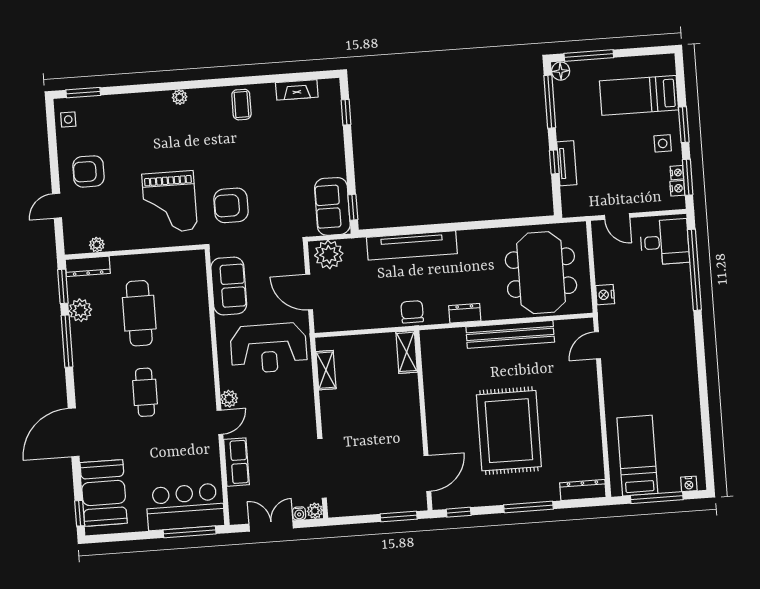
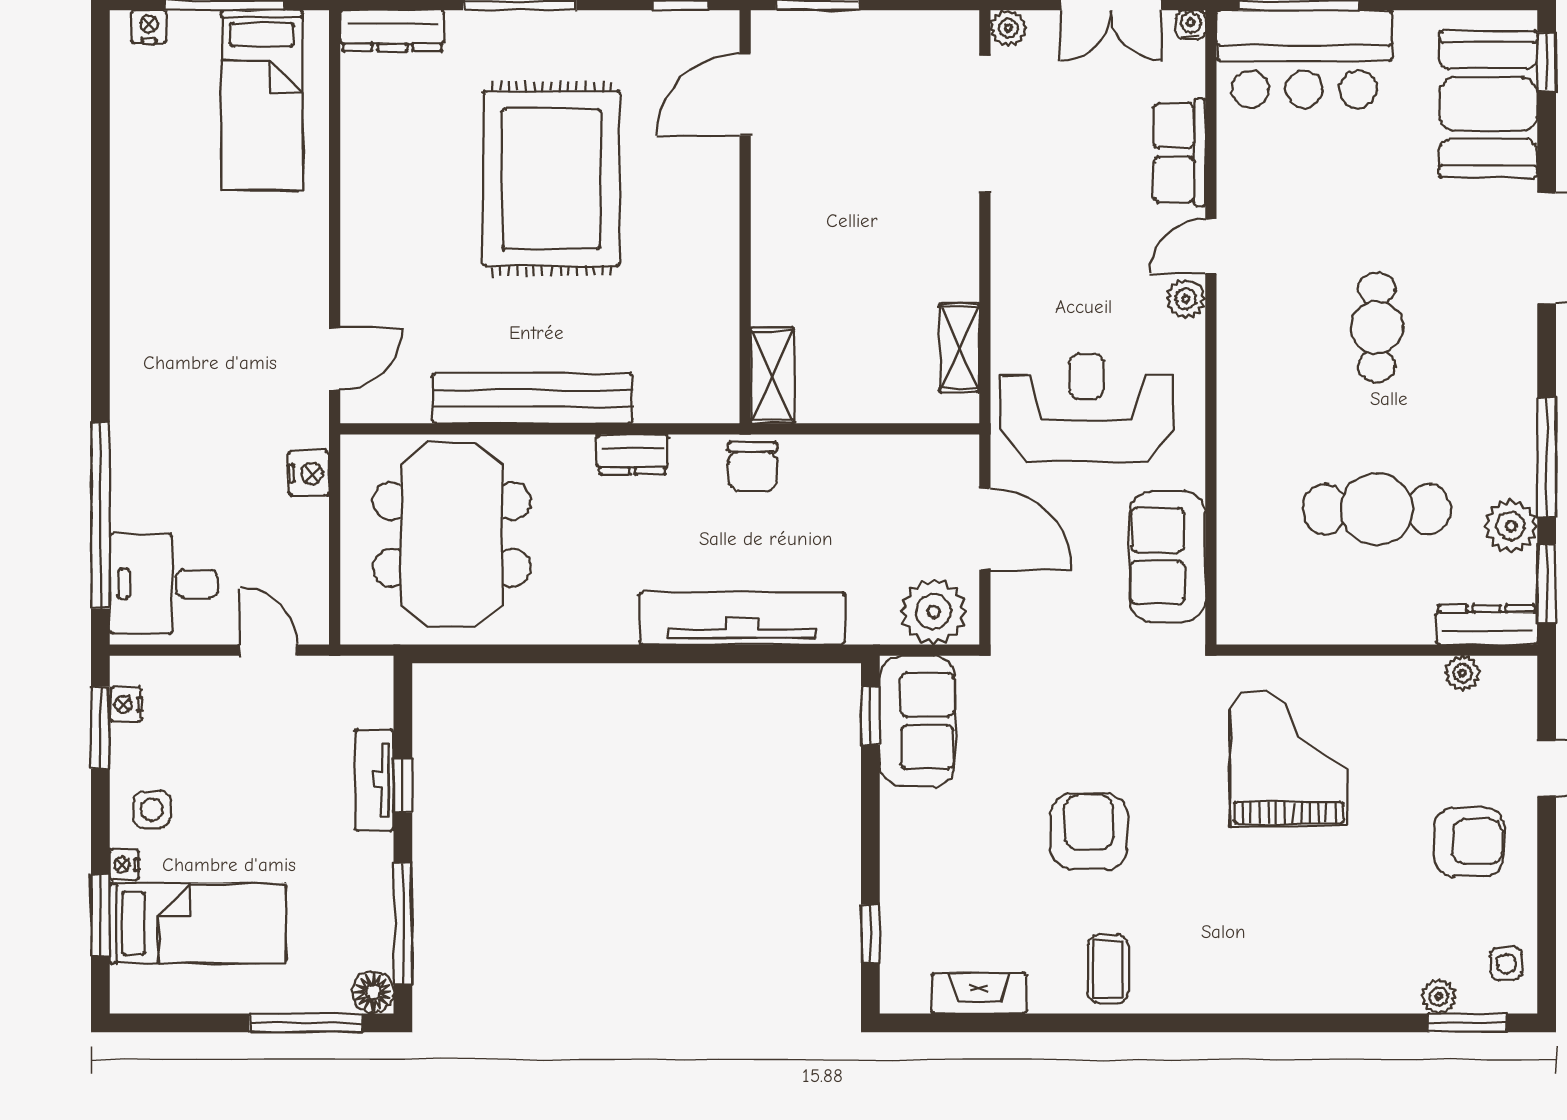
plant: (180, 97) -> (1439, 996), moved
window: (684, 125) -> (100, 915), moved
nightstand: (677, 173) -> (124, 864), moved
armchair: (231, 205) -> (1089, 832), moved, turned -90
cafe table: (139, 313) -> (1377, 509), turned 90
water cooler: (299, 513) -> (1191, 25), moved

